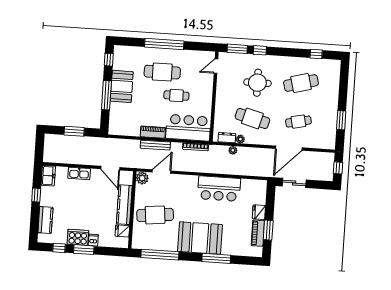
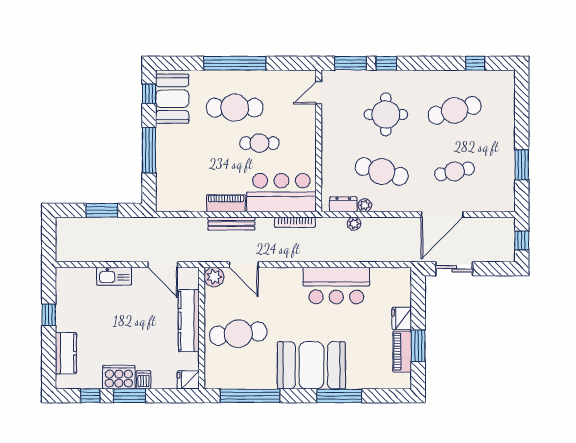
booth: (122, 86) -> (172, 99), moved
door: (161, 172) -> (244, 265), swing flipped
freezer: (48, 176) -> (66, 283), removed
fridge: (122, 231) -> (188, 380), moved

